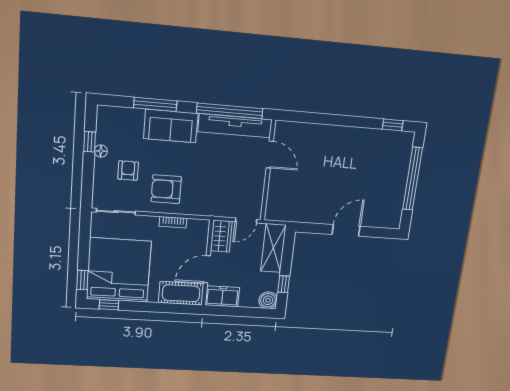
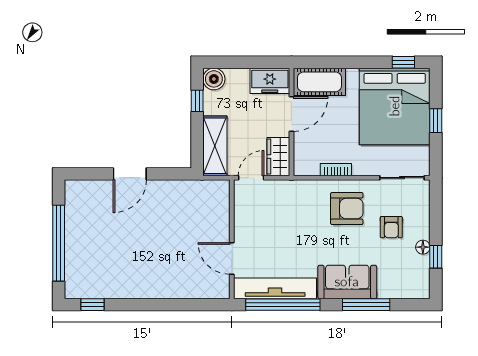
window: (82, 280) -> (436, 121), moved

